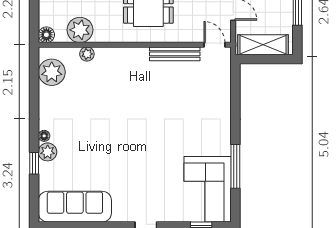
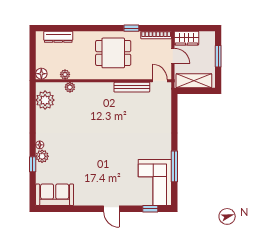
plant: (80, 30) -> (65, 74), width x0.53, depth x0.53
sofa: (75, 207) -> (55, 195), width x0.73

